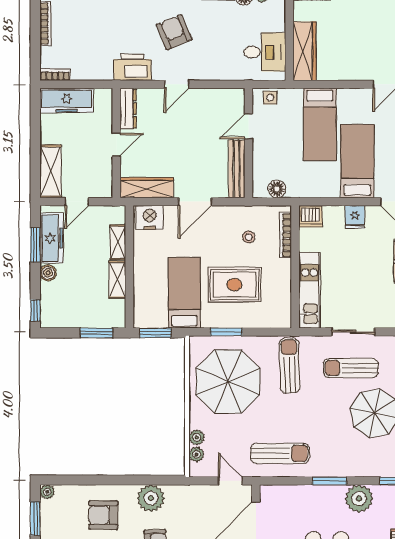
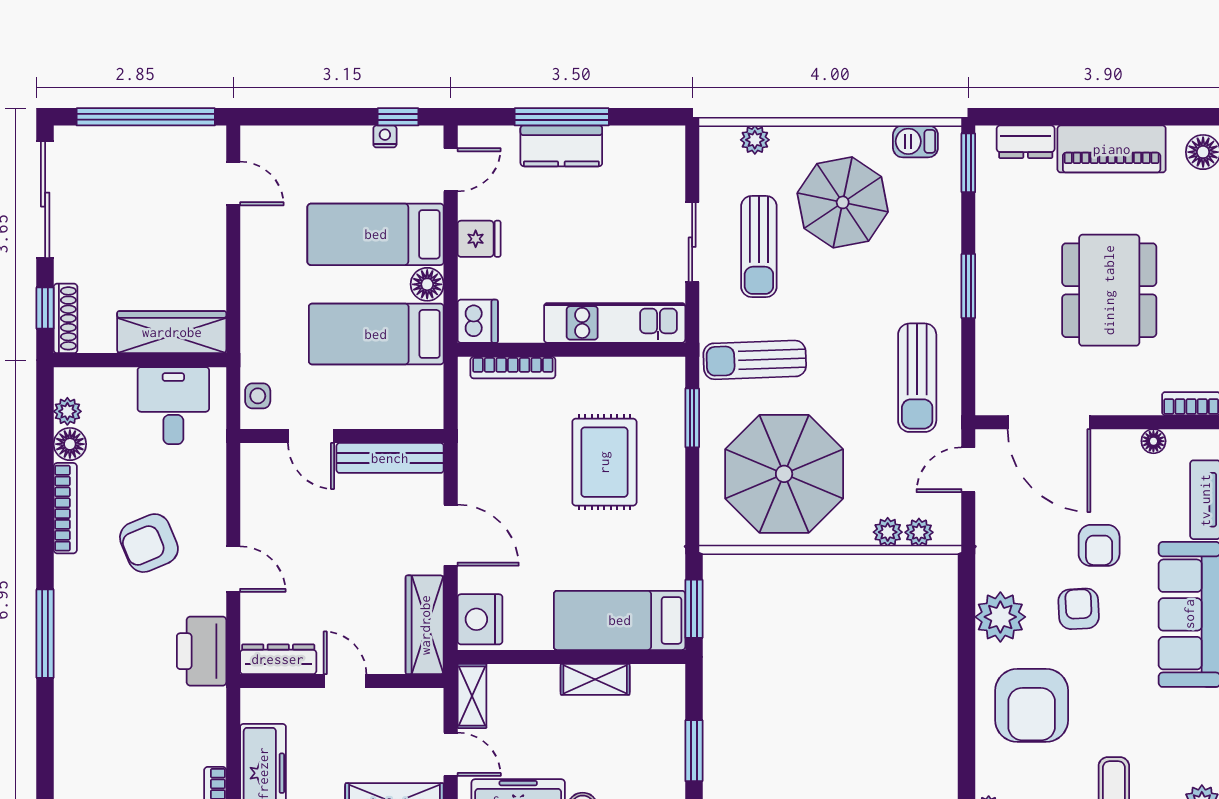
armchair: (174, 32) -> (149, 543), moved
bed: (320, 124) -> (376, 334), moved, turned 180
floor lamp: (277, 189) -> (427, 284), moved
stool: (249, 237) -> (516, 436), removed
shelving: (118, 242) -> (472, 696), moved, turned 90
bed: (184, 293) -> (620, 620), moved
window: (226, 332) -> (692, 418), moved
window: (96, 333) -> (694, 751), moved
sun lounger: (280, 453) -> (917, 378), turned 180
plant: (359, 499) -> (1001, 231), removed
armchair: (103, 515) -> (1032, 705), width x1.36, depth x1.36

